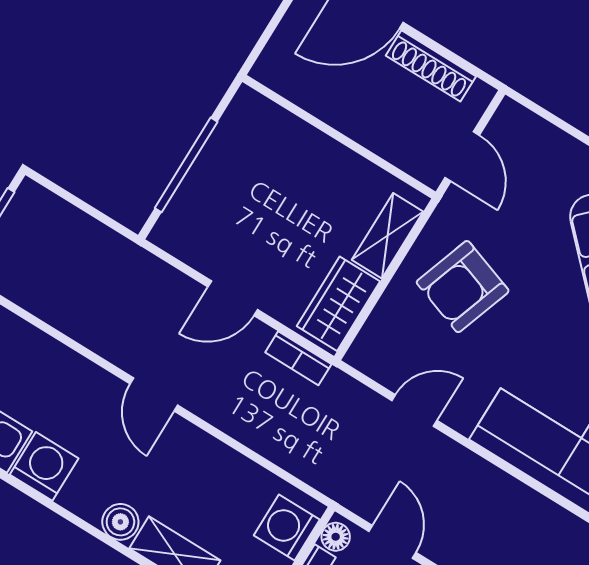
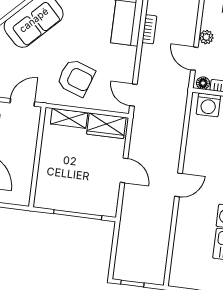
bookcase: (298, 358) -> (149, 29), moved
door: (414, 410) -> (133, 95), moved
door: (392, 542) -> (194, 59), hinge flipped

